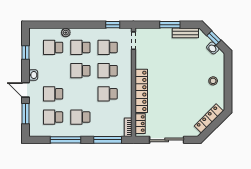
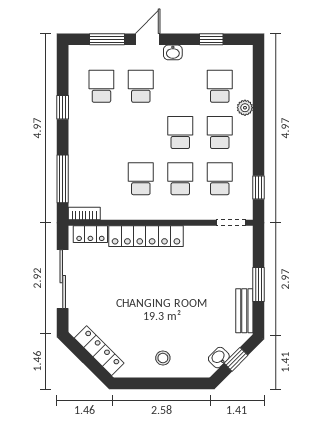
school desk: (80, 117) -> (101, 132), removed
window: (65, 140) -> (63, 107), width x0.46

